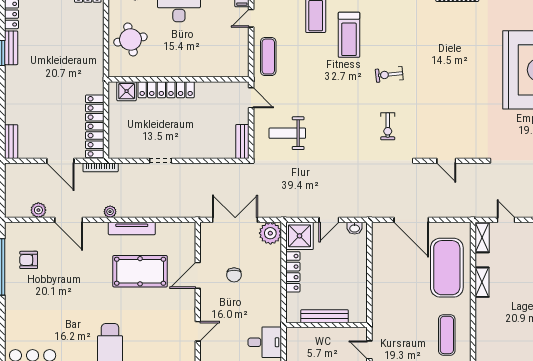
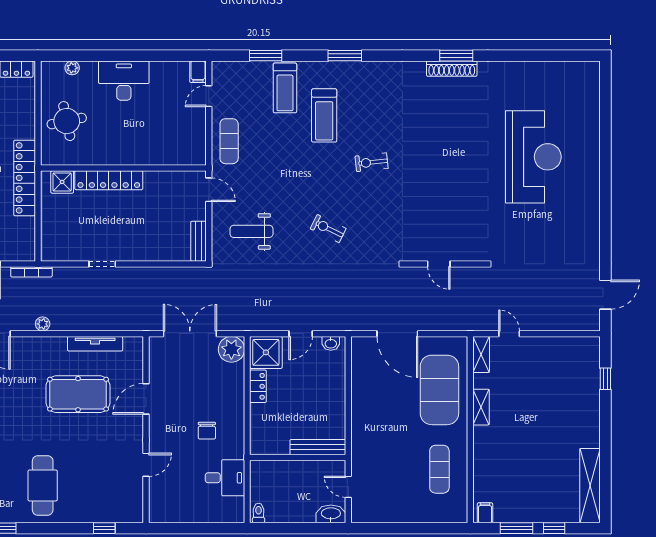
locker: (95, 126) -> (25, 178), moved
exercise bike: (388, 126) -> (328, 229), moved, turned 116
tv unit: (132, 228) -> (95, 344), moved
locker: (293, 272) -> (258, 386), width x0.66
chair: (234, 275) -> (207, 431), moved
bench: (325, 316) -> (318, 447), moved

